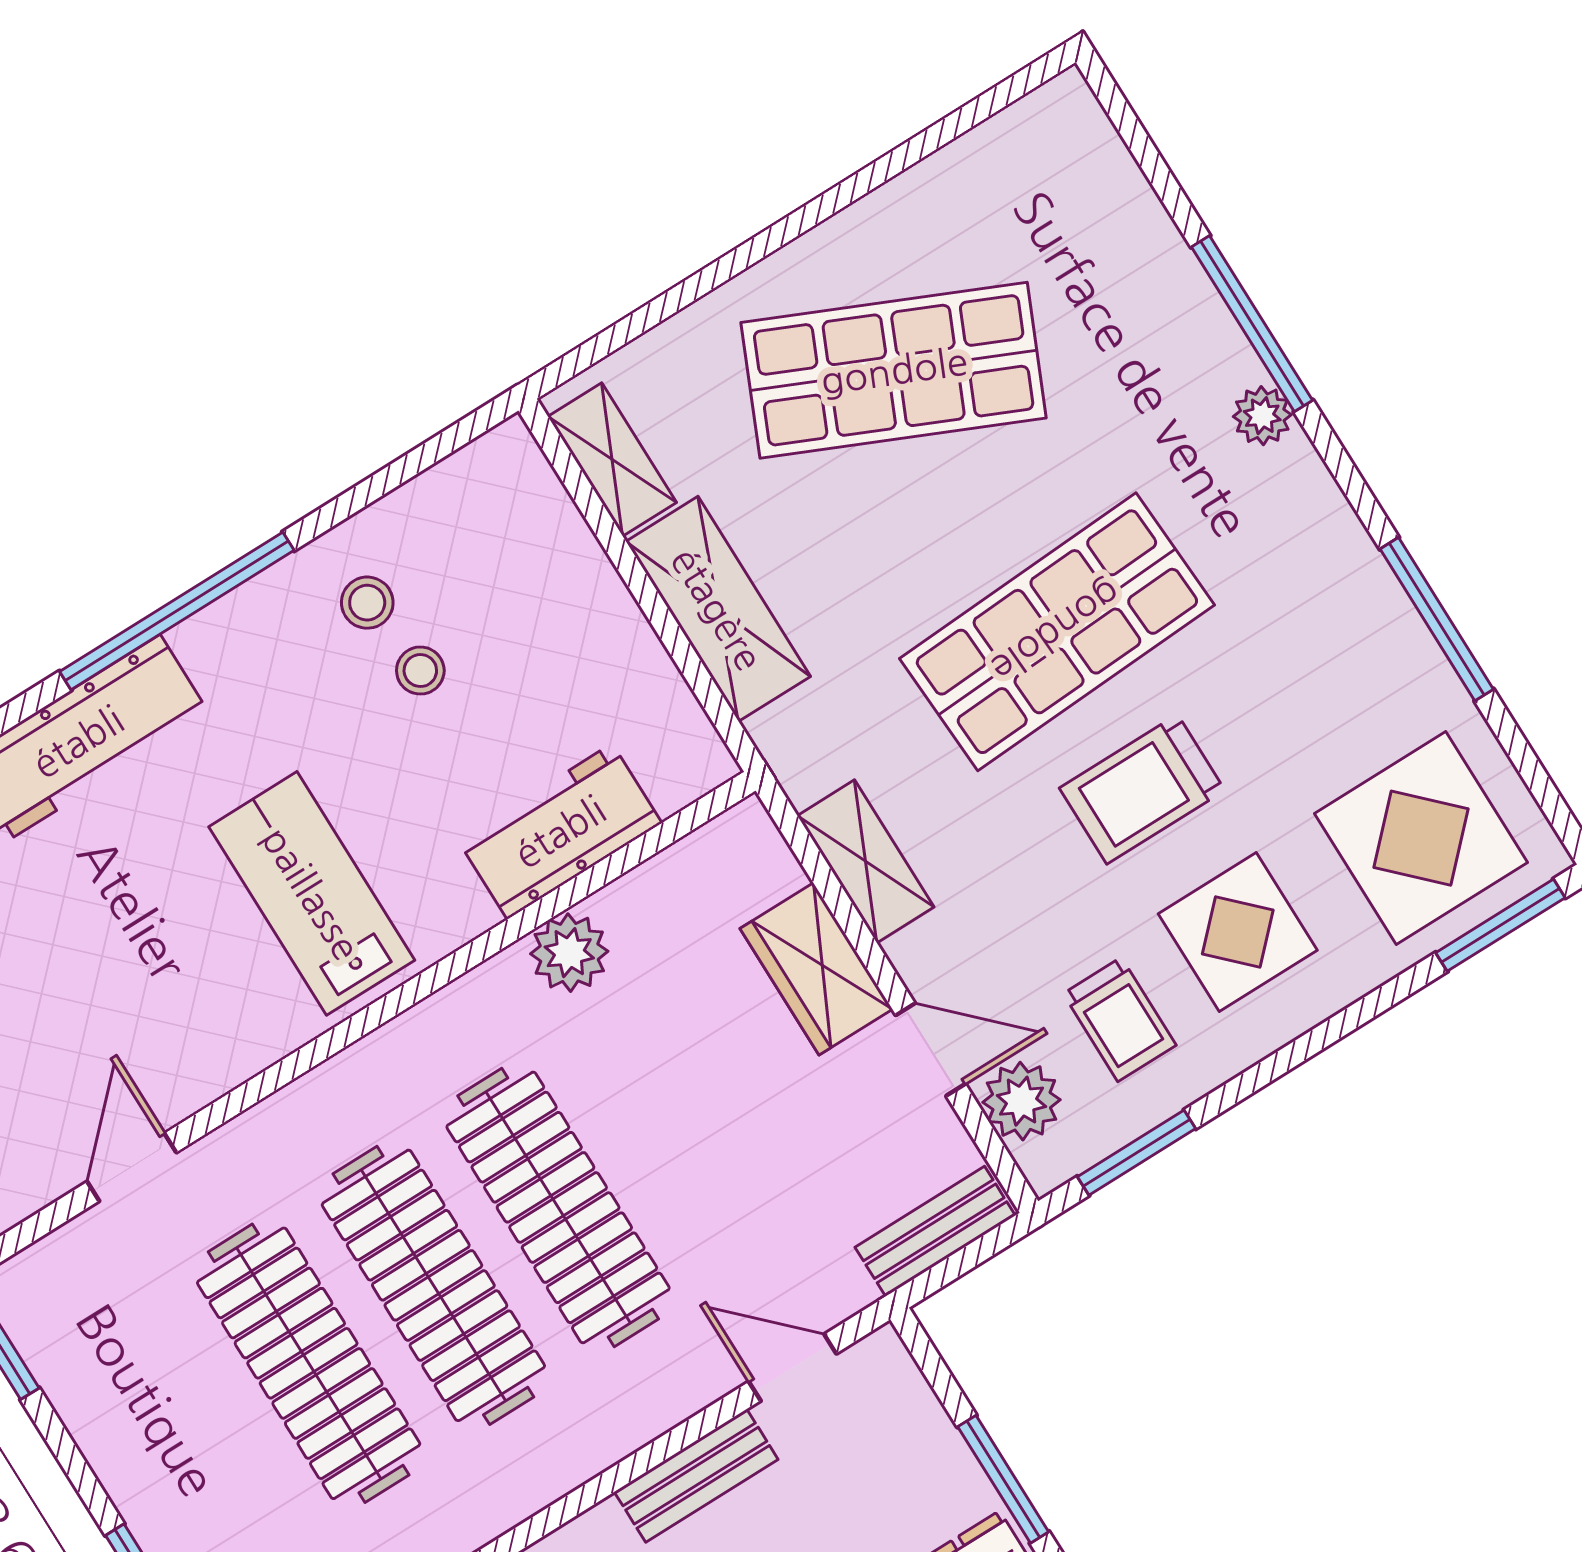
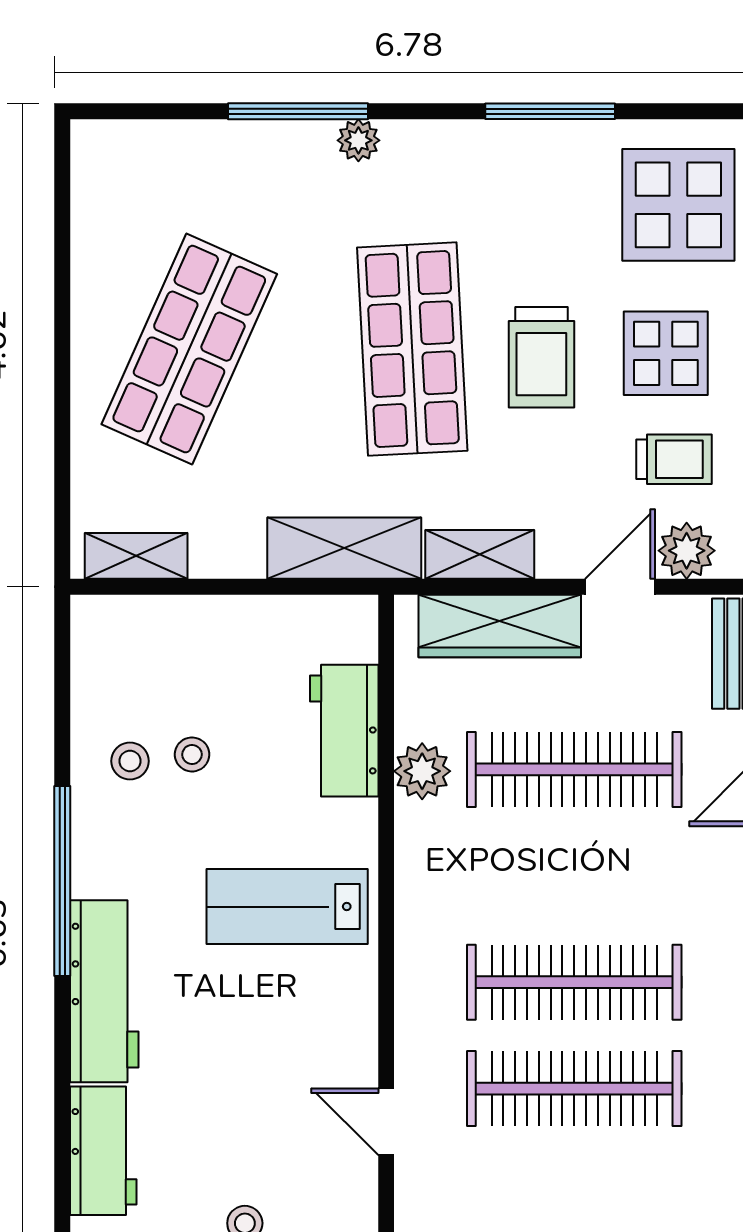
shelving: (718, 609) -> (344, 548), moved
wardrobe: (816, 969) -> (500, 626), width x1.50
clothes rail: (558, 1207) -> (574, 769), moved

